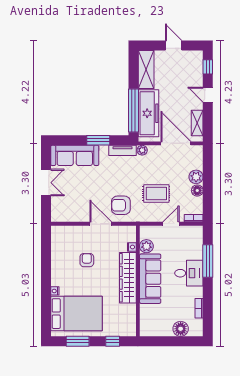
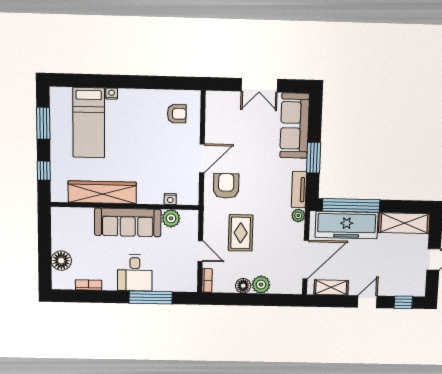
armchair: (87, 260) -> (177, 114), moved
wardrobe: (128, 278) -> (102, 192), moved
bed: (76, 314) -> (89, 123), width x0.67

